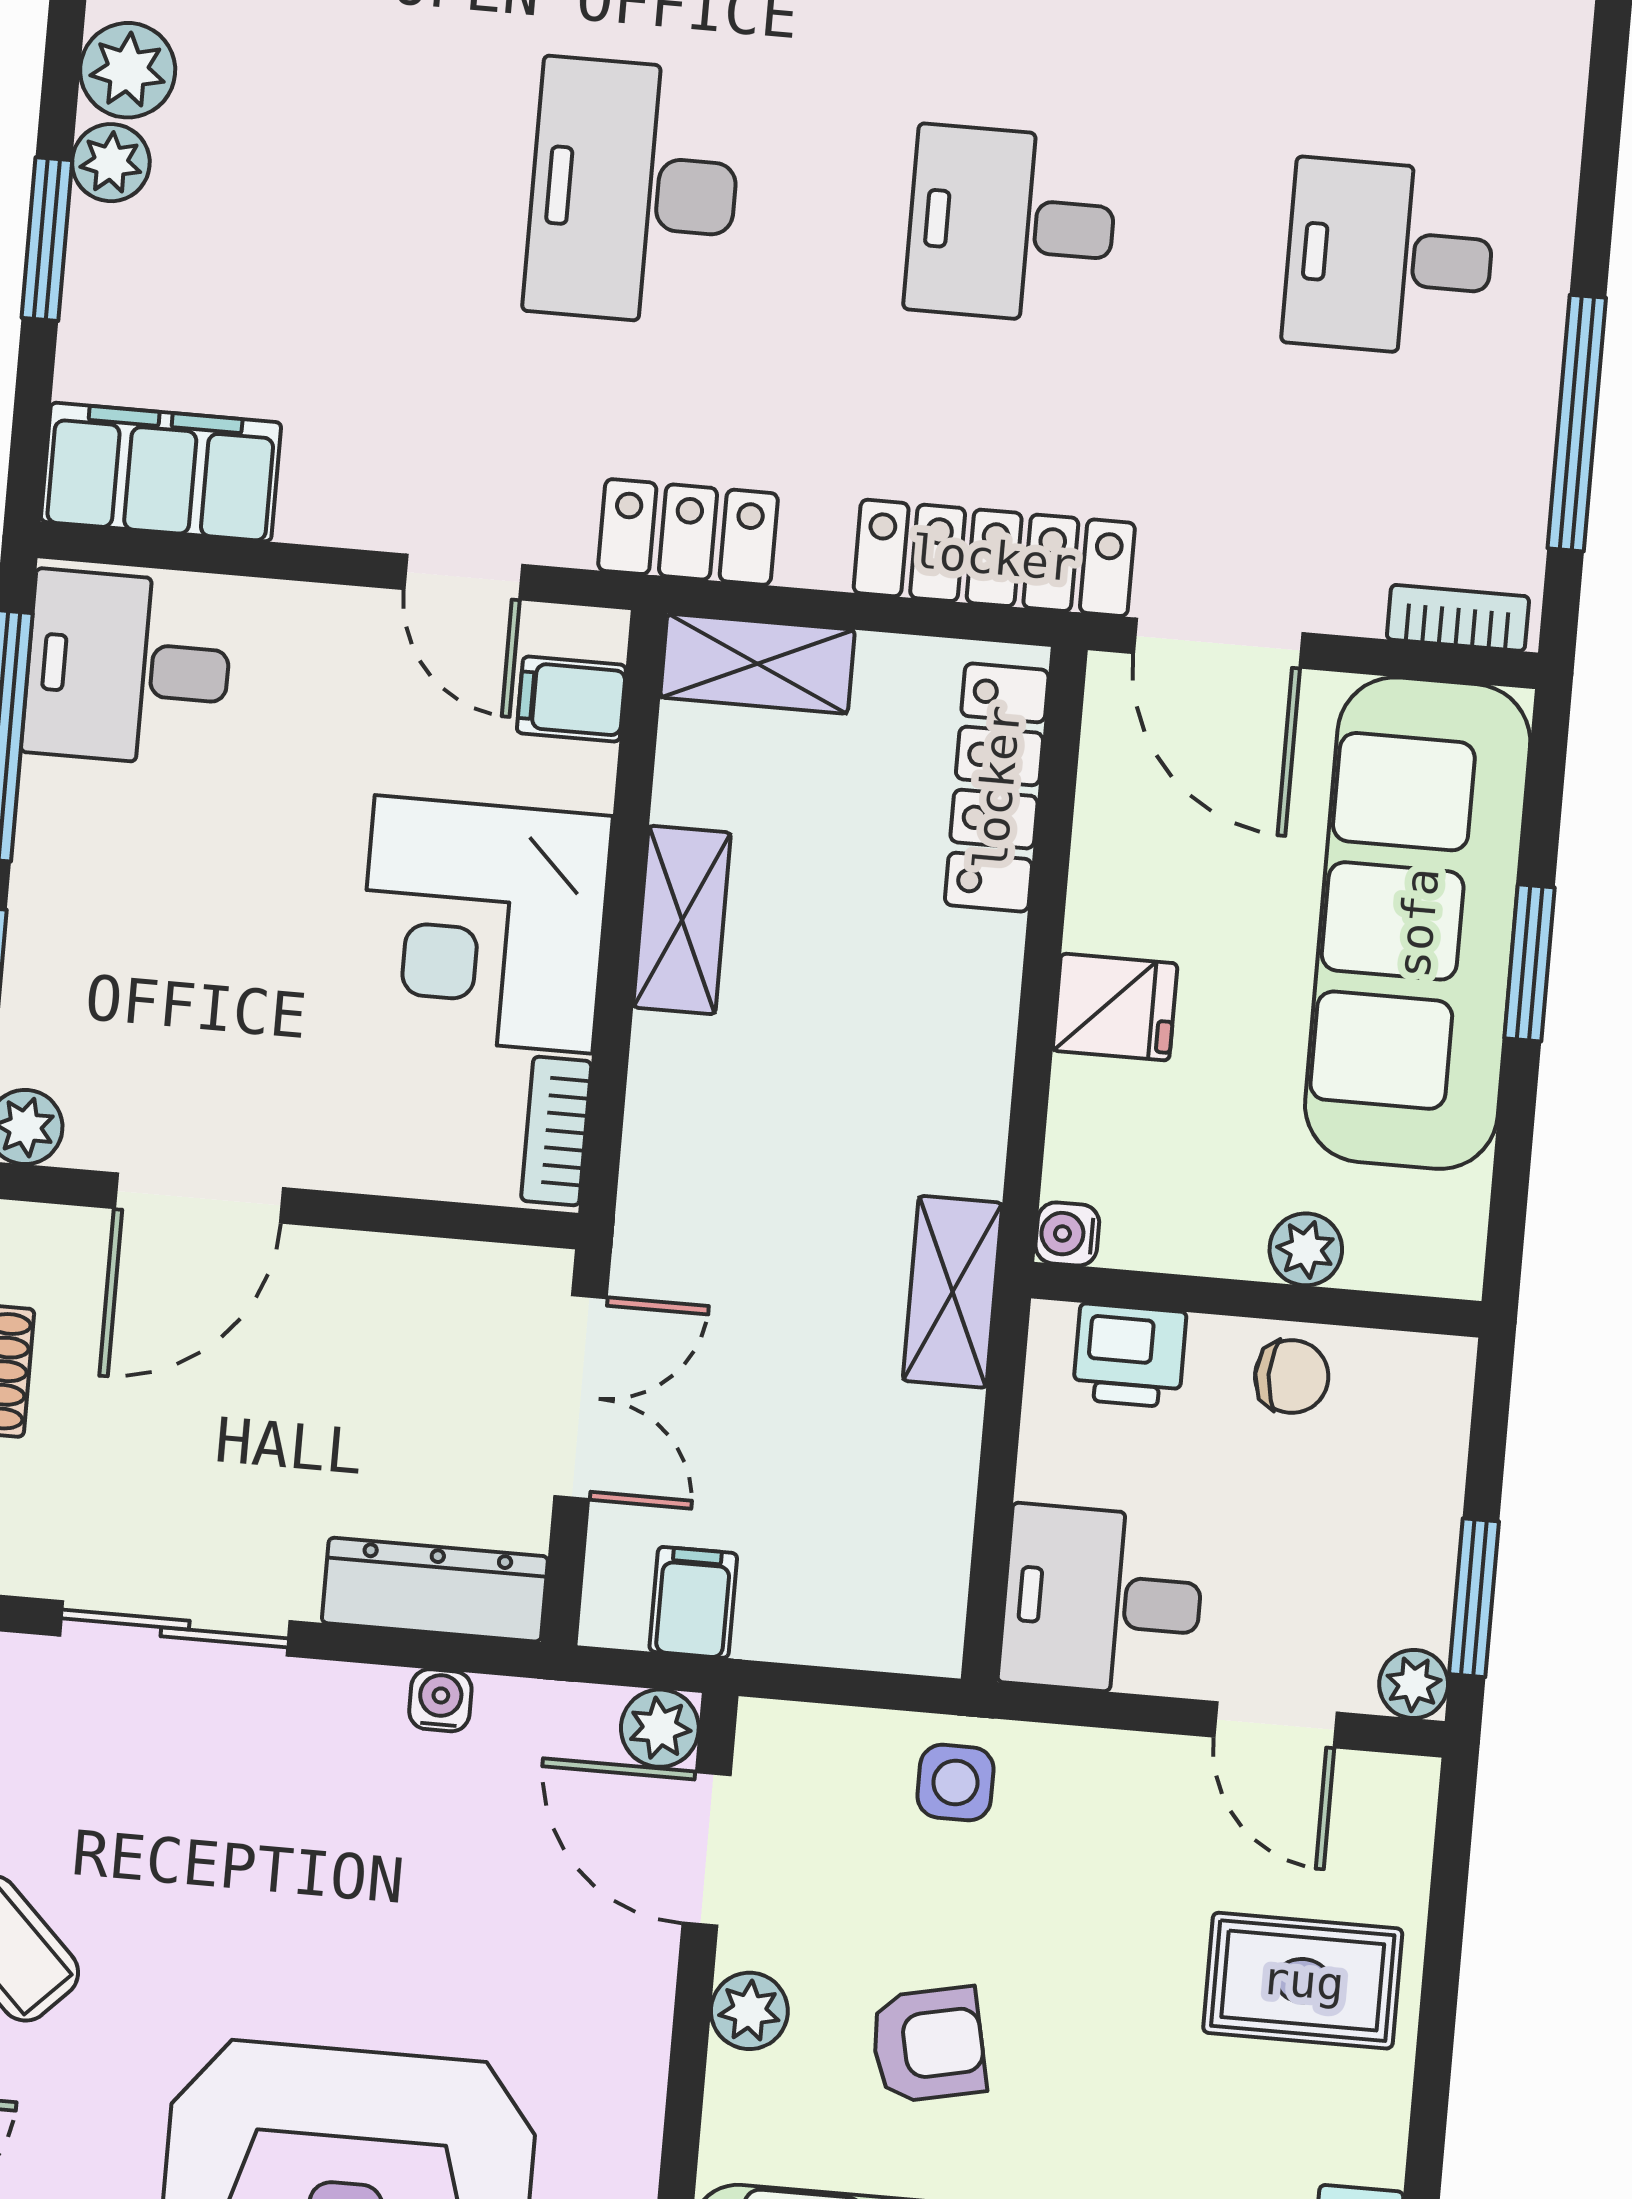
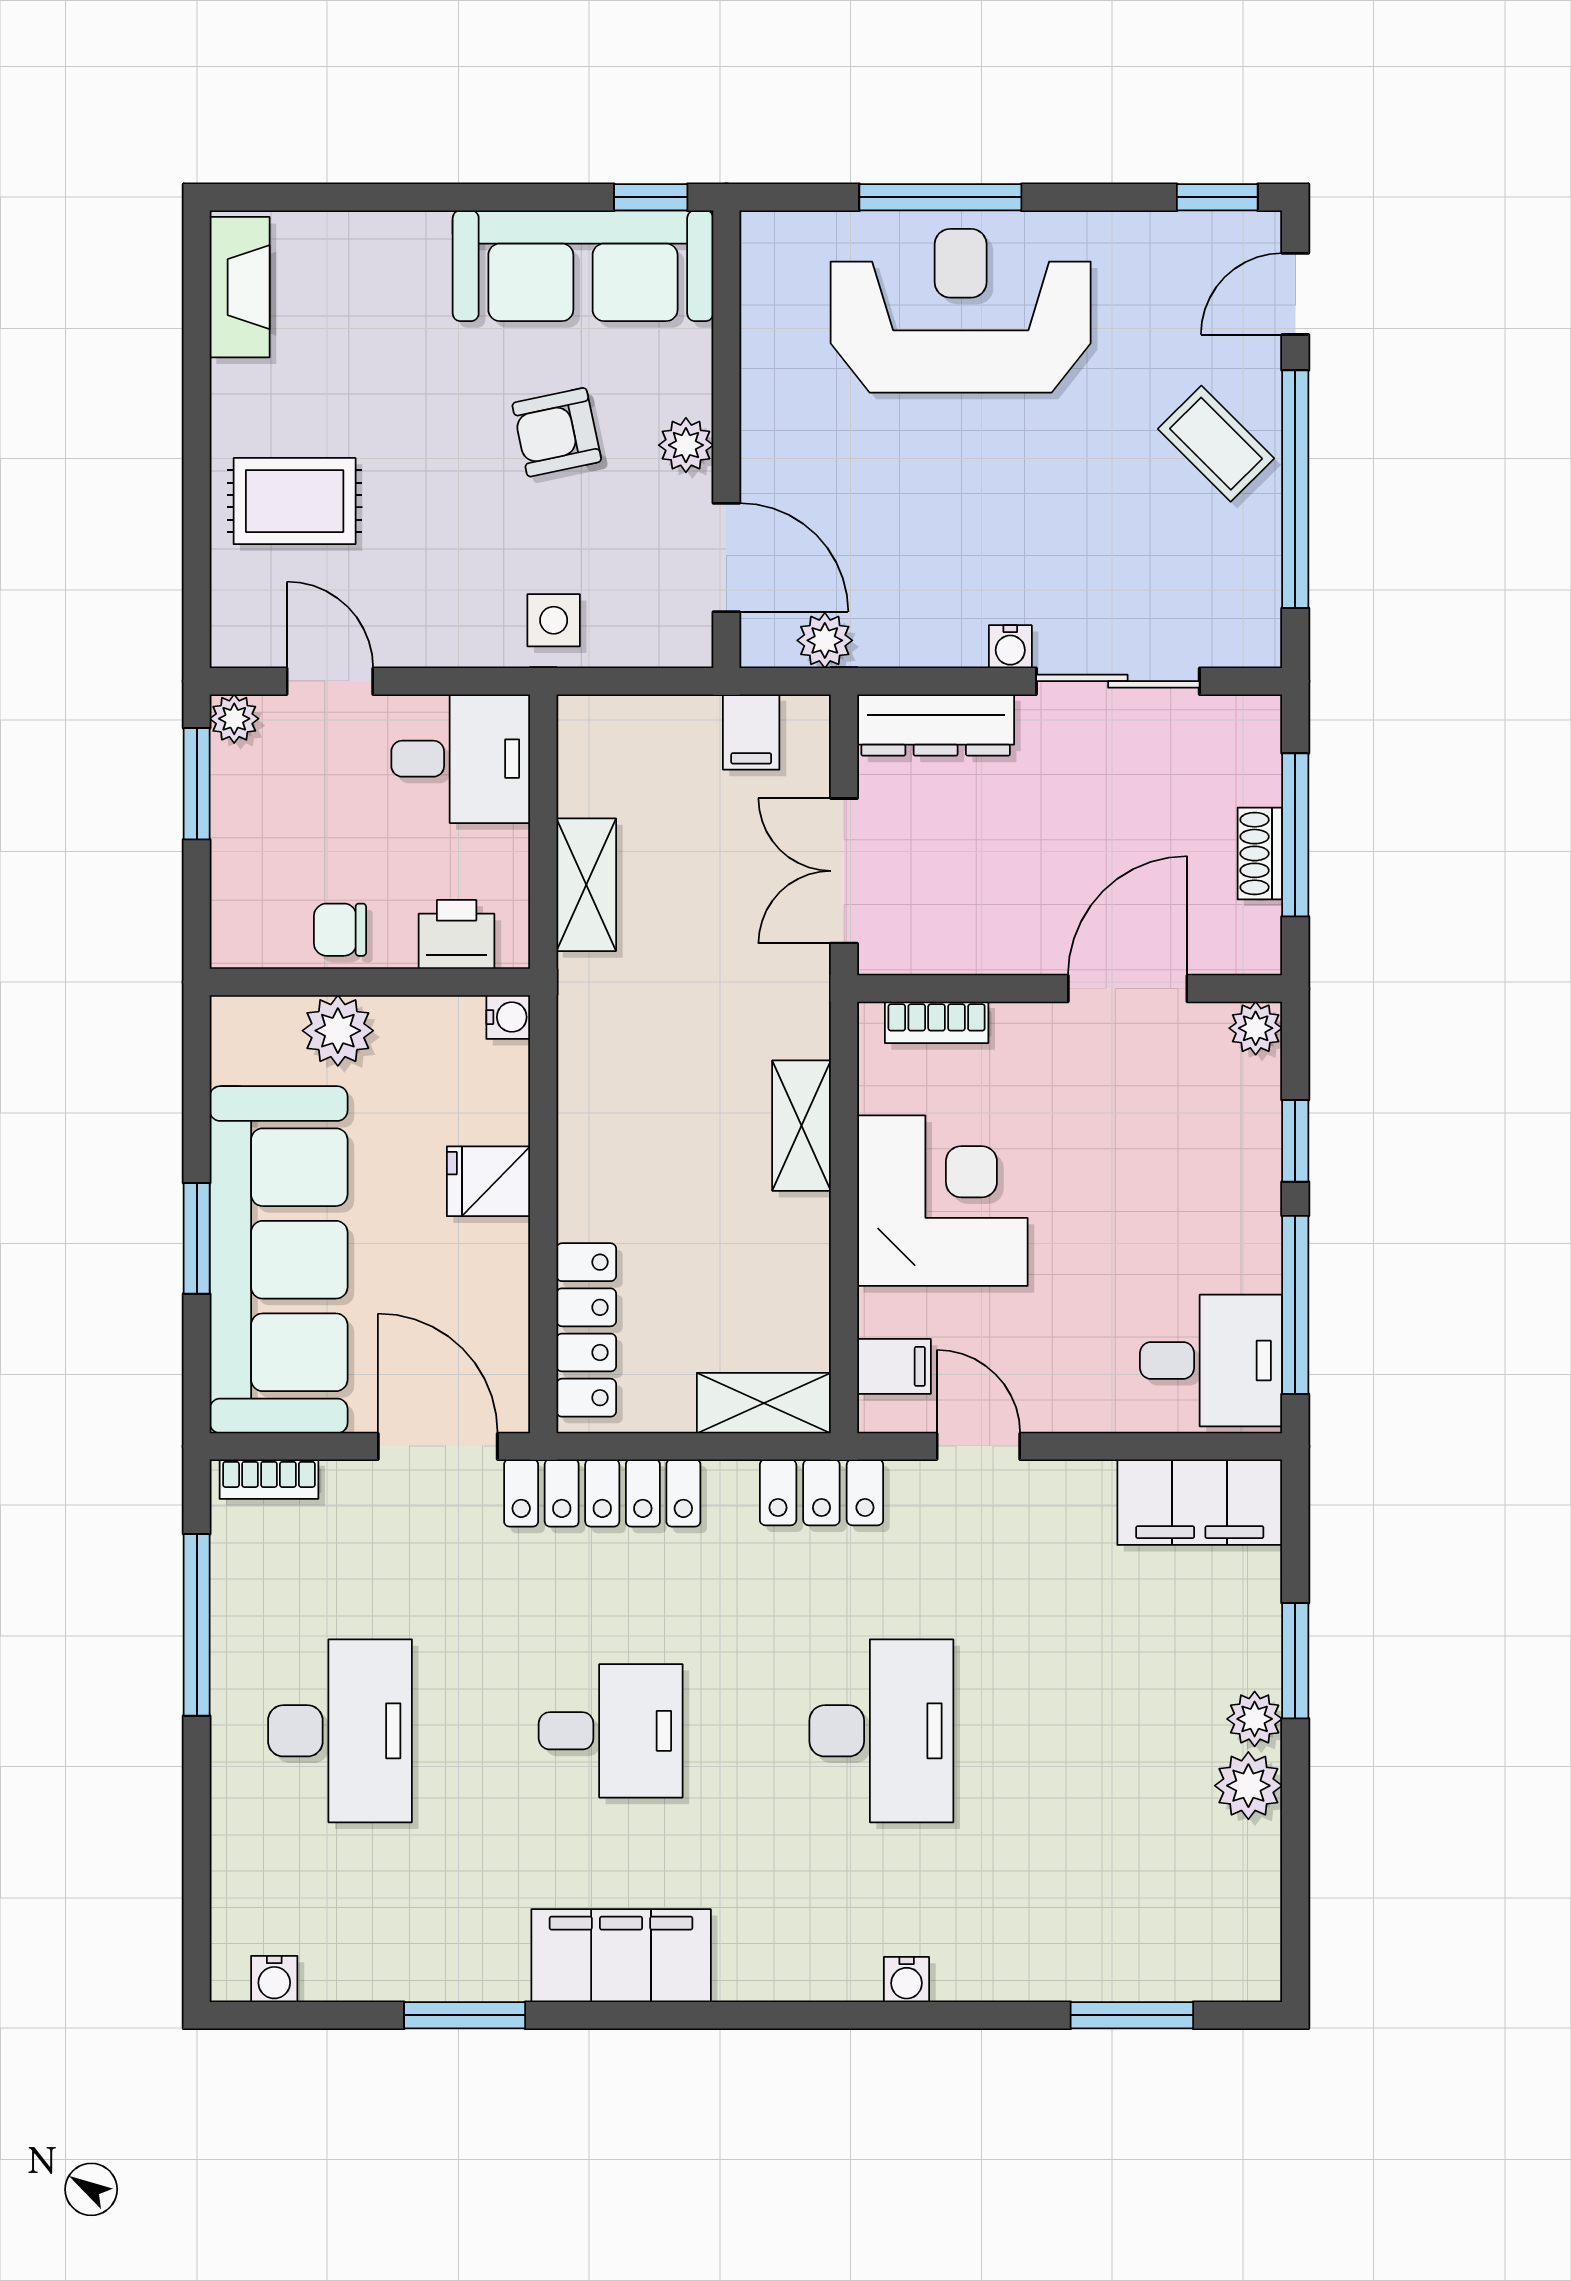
desk: (1390, 258) -> (340, 1731), width x1.37
shelving: (682, 920) -> (802, 1126), moved
bookcase: (556, 1131) -> (937, 1022), moved, turned 90
plant: (1306, 1249) -> (338, 1031), width x1.38, depth x1.38
shelving: (953, 1292) -> (586, 885), moved
water cooler: (440, 1700) -> (1010, 647), moved
plant: (660, 1728) -> (825, 640), moved

